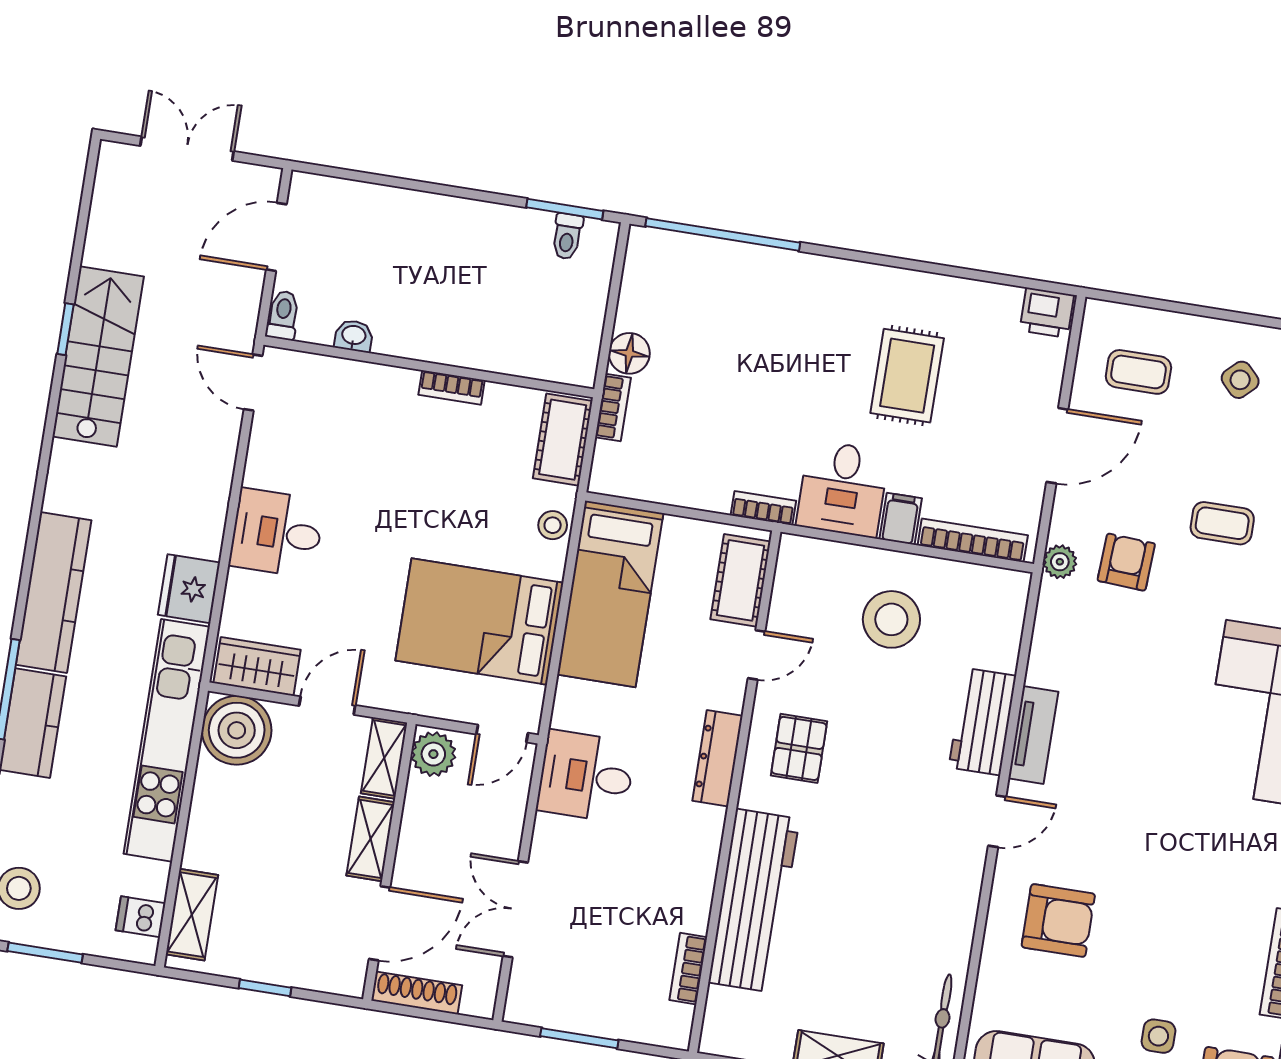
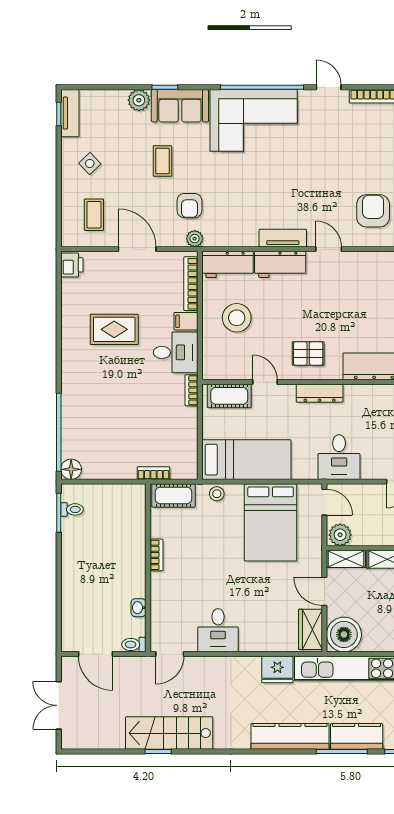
floor lamp: (629, 353) -> (71, 469), moved
desk: (277, 533) -> (218, 630), moved
armchair: (1126, 562) -> (189, 206), turned -93
workbench: (999, 618) -> (227, 264), added

